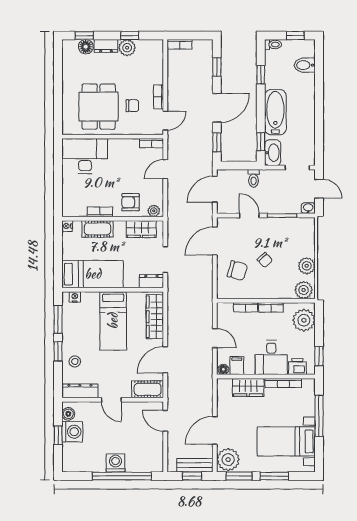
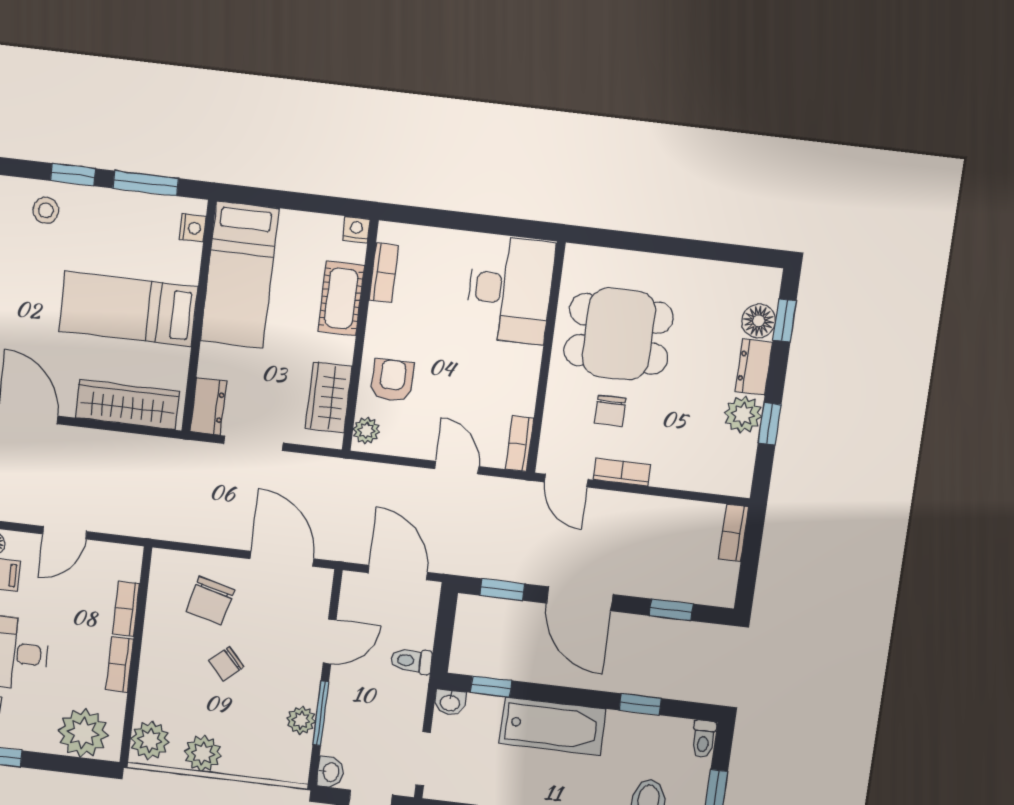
washbasin: (273, 153) -> (450, 702), width x0.52, depth x0.69
bookcase: (100, 212) -> (384, 273), moved
plant: (286, 224) -> (301, 720), added

